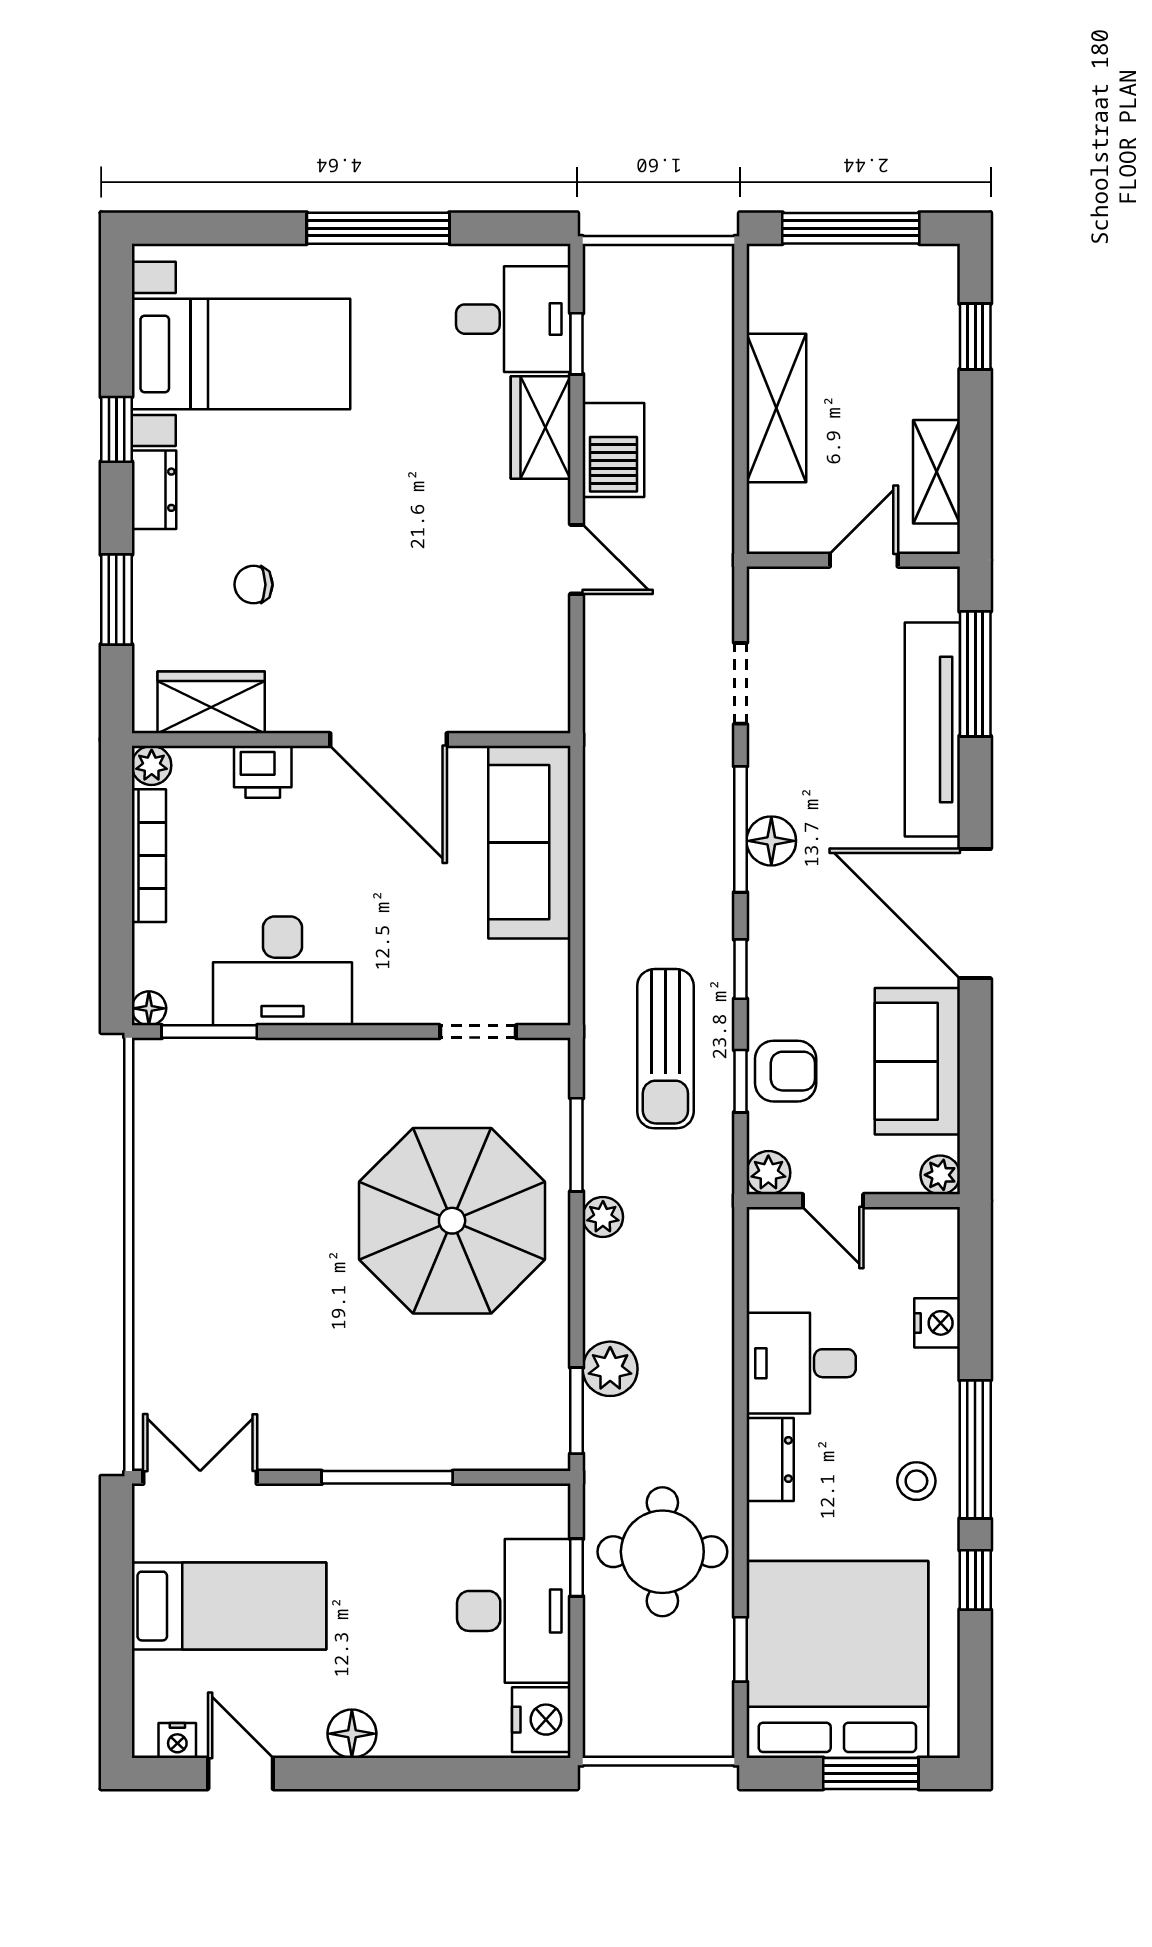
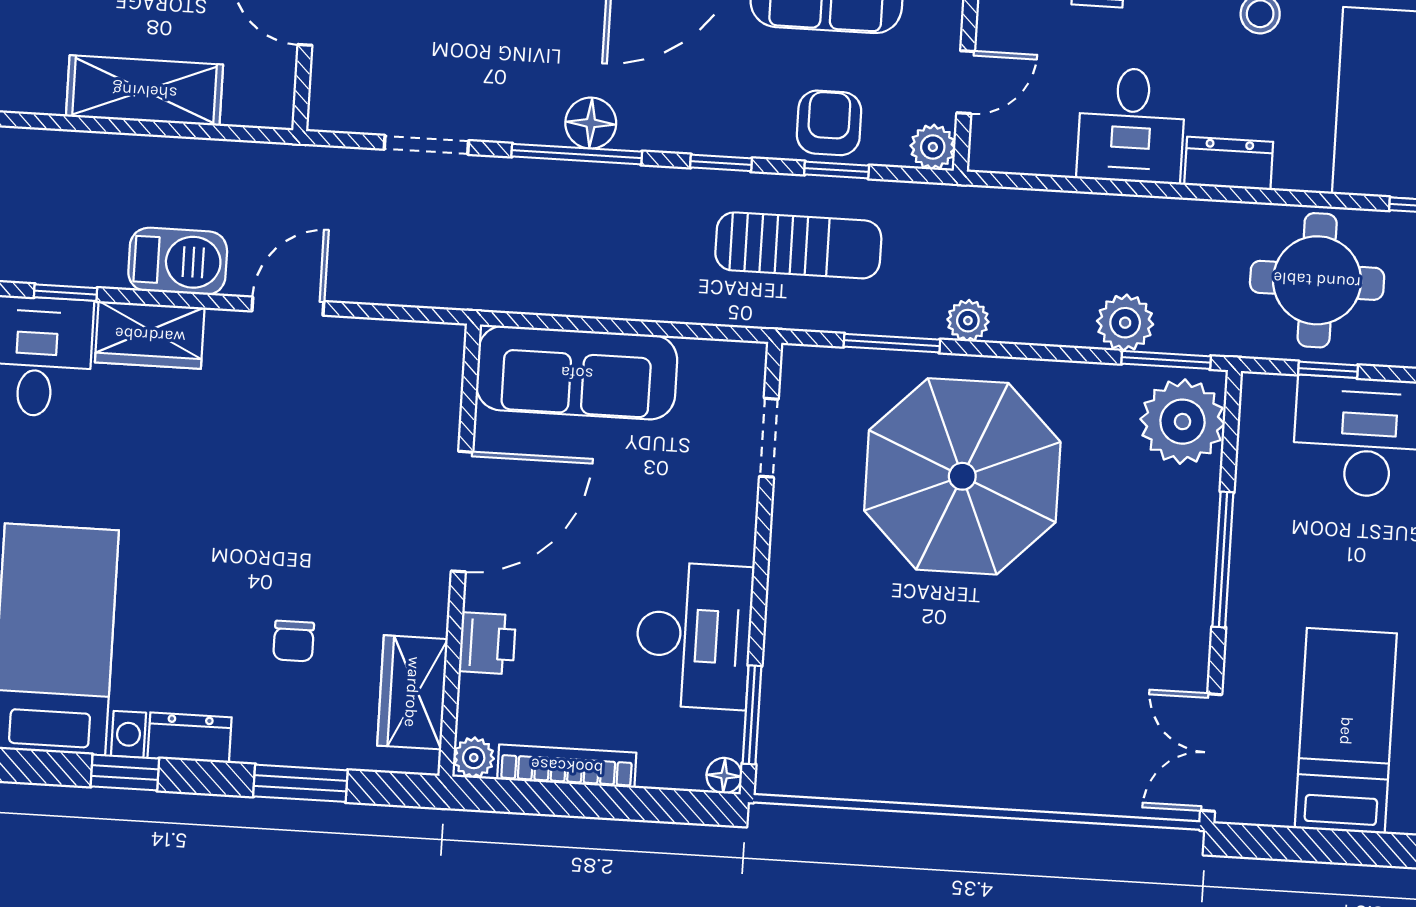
plant: (518, 1430) -> (1182, 422), added

